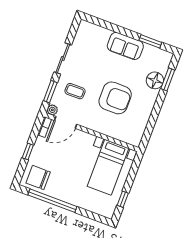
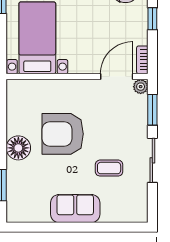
window: (150, 41) -> (44, 227), removed
floor lamp: (155, 80) -> (18, 148), moved
coffee table: (75, 91) -> (109, 168), moved

